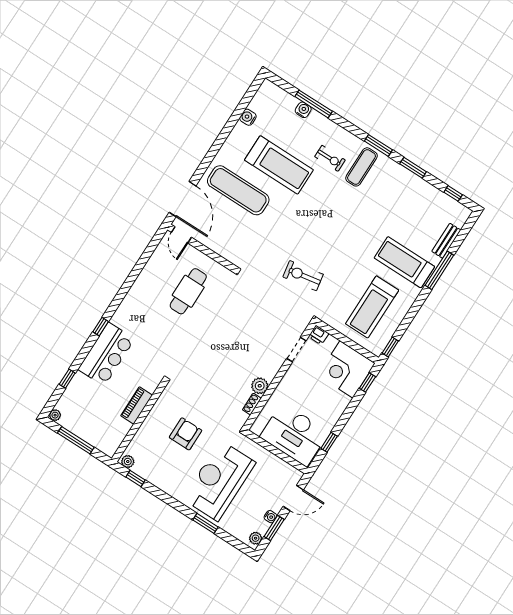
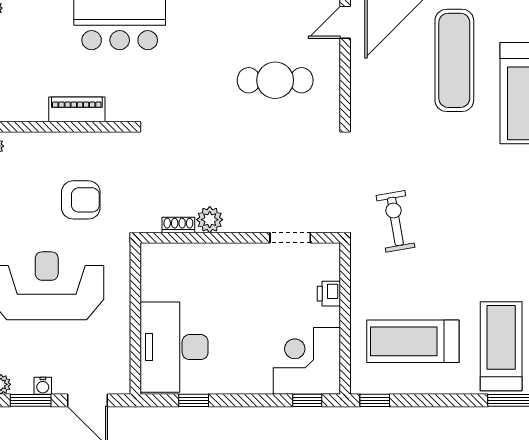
doorway: (296, 349) -> (290, 238), moved
wall: (280, 376) -> (240, 238), moved
plant: (260, 386) -> (210, 220), moved
shoe rack: (252, 404) -> (178, 225), moved

